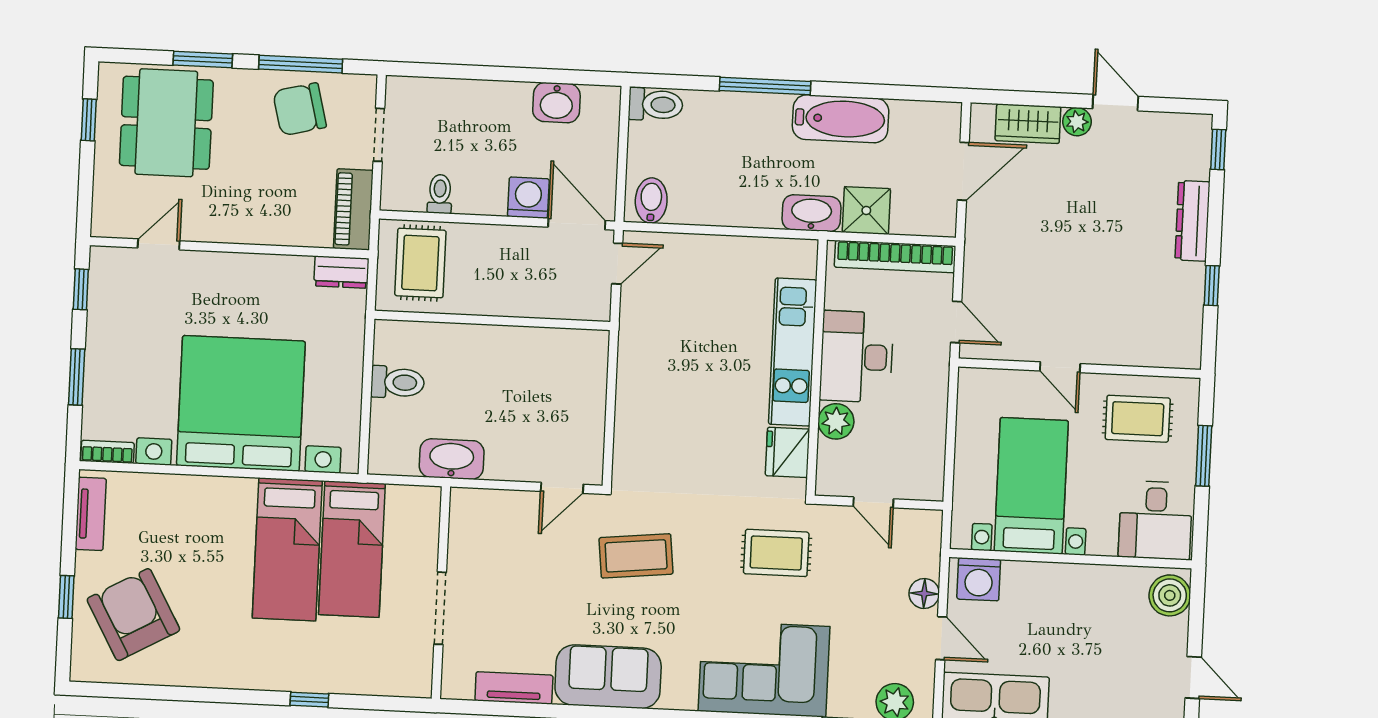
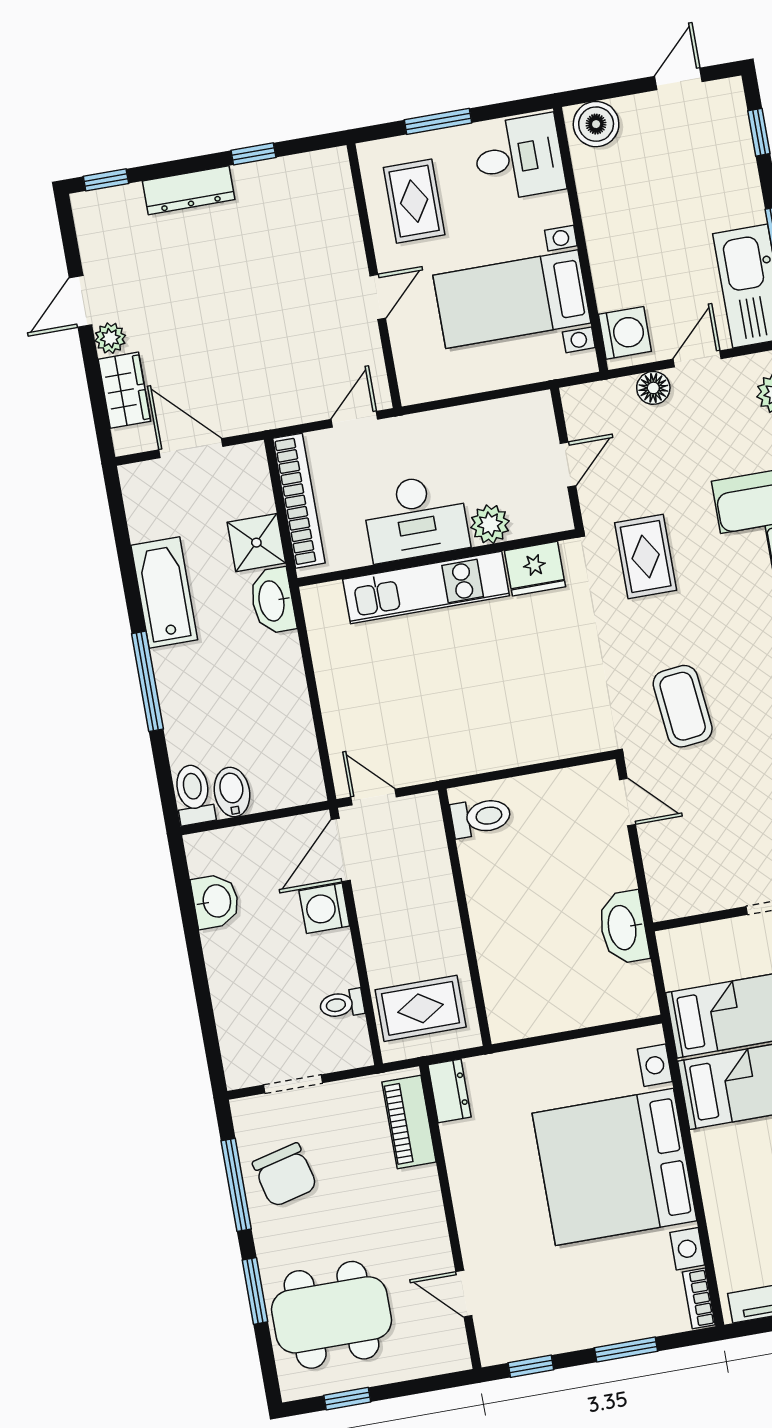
bidet: (651, 201) -> (232, 792), moved, turned 90
piano: (353, 209) -> (409, 1122), moved, turned 90
toilet: (397, 382) -> (481, 817), moved, turned 90

